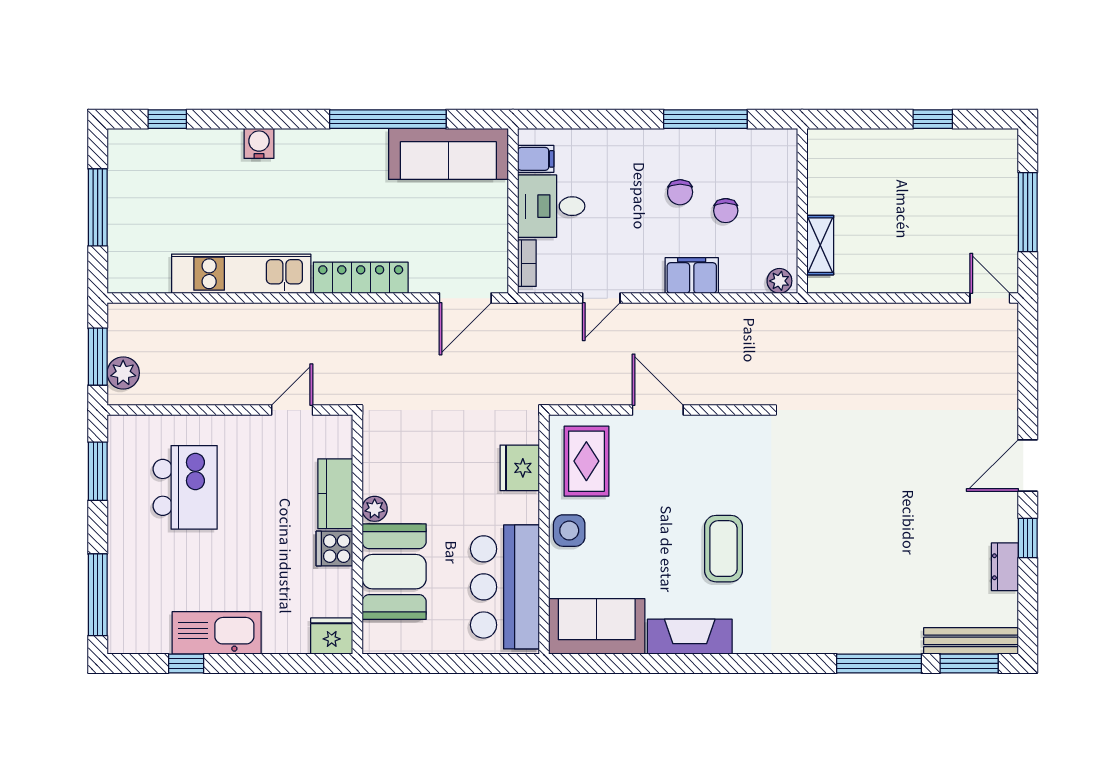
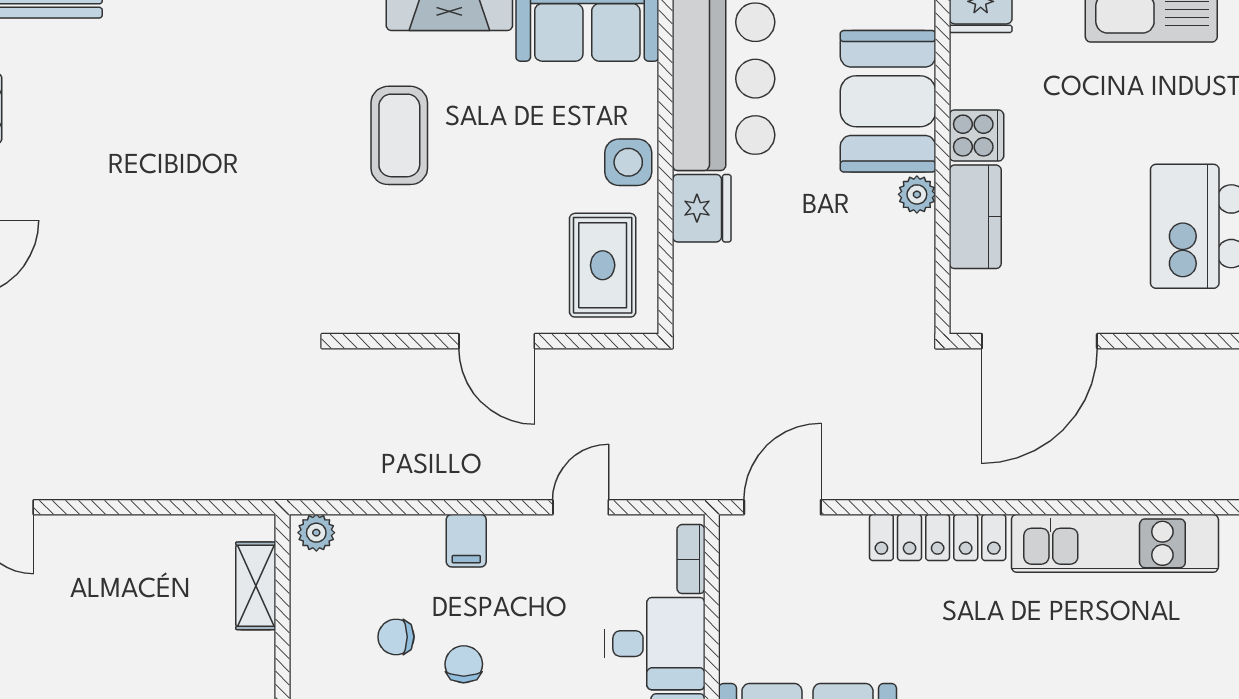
chair: (726, 211) -> (396, 637), turned -90
filing cabinet: (692, 276) -> (466, 541), width x0.50
door: (292, 410) -> (1039, 341), width x1.87
fridge: (520, 468) -> (702, 208), moved

